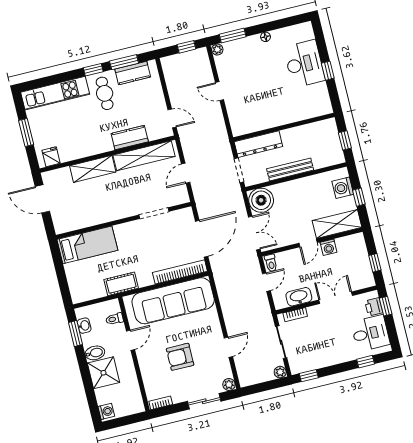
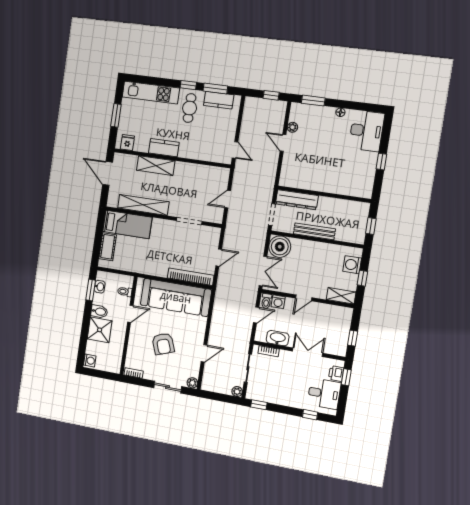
plant: (217, 50) -> (292, 127), moved
desk: (304, 64) -> (366, 131), moved
kitchen counter: (130, 138) -> (164, 148), moved
shelving: (144, 156) -> (143, 205), moved
shelving: (337, 224) -> (341, 296), width x0.67, depth x0.75
door: (202, 239) -> (219, 258), width x0.53
washing machine: (328, 247) -> (278, 302), moved
cot: (121, 284) -> (108, 247), moved, turned 90
armchair: (180, 357) -> (163, 344), turned -110

